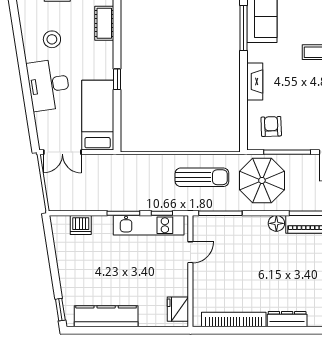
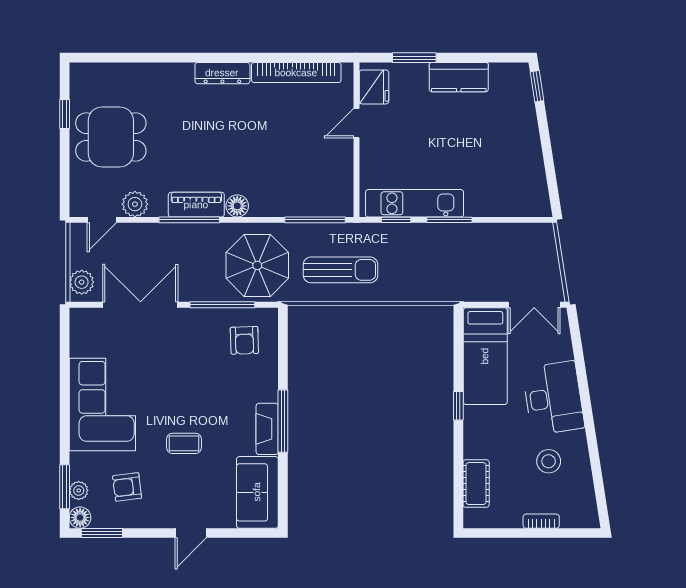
window: (243, 28) -> (283, 421), moved
fireplace: (255, 82) -> (267, 429), moved
double door: (62, 152) -> (534, 305), swing flipped
sun lounger: (202, 177) -> (341, 270), turned 180
dishwasher: (81, 225) -> (509, 204), removed
door: (190, 252) -> (356, 123), moved
kitchen counter: (106, 316) -> (459, 77), width x0.67
window: (149, 330) -> (414, 58), added

